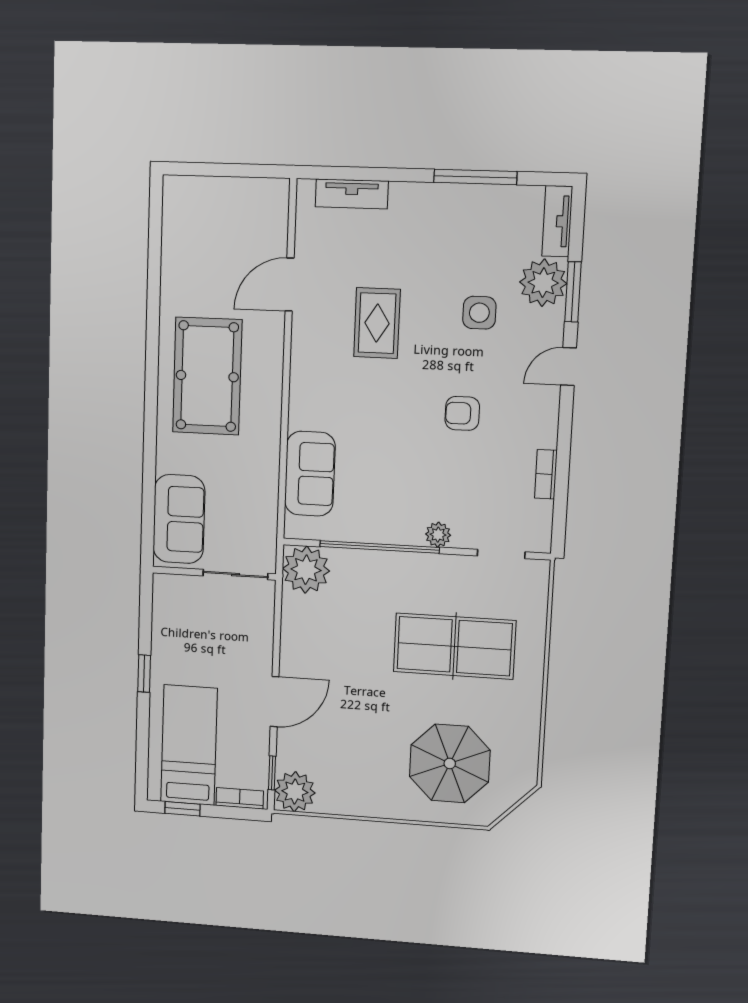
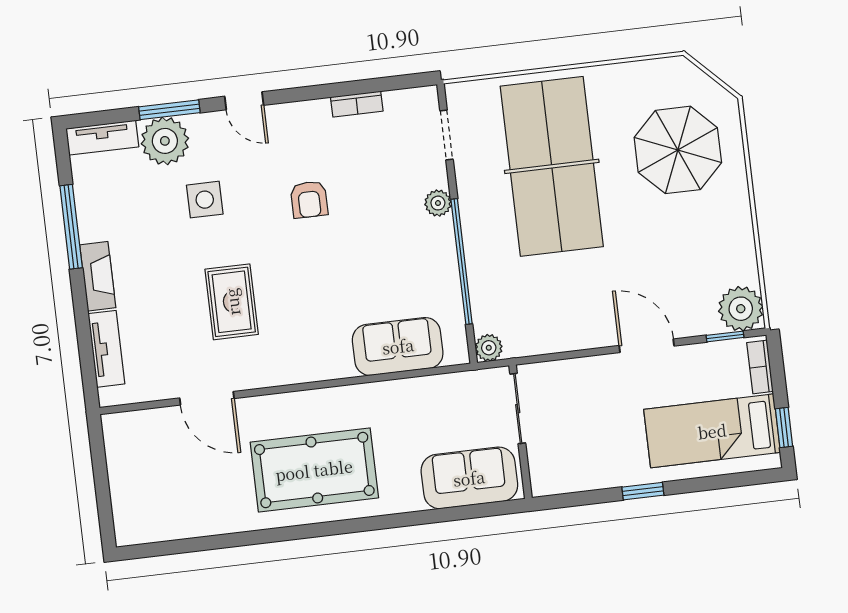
fireplace: (423, 196) -> (98, 276), added
rug: (377, 323) -> (232, 302), turned 90
plant: (306, 570) -> (489, 348), width x0.53, depth x0.53
table tennis table: (454, 646) -> (552, 166), width x1.36, depth x1.32

